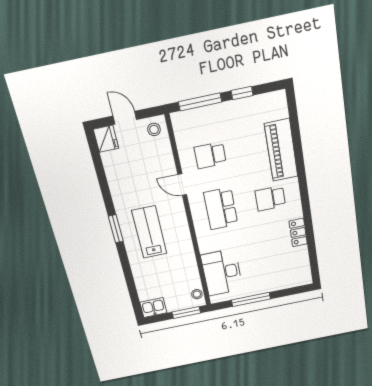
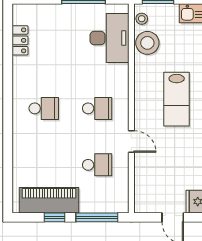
stool: (154, 129) -> (147, 43), moved, width x1.89, depth x1.89
piano: (281, 150) -> (49, 200), moved, turned -90
school desk: (221, 209) -> (97, 108), width x0.54
locker: (298, 232) -> (20, 40), moved

